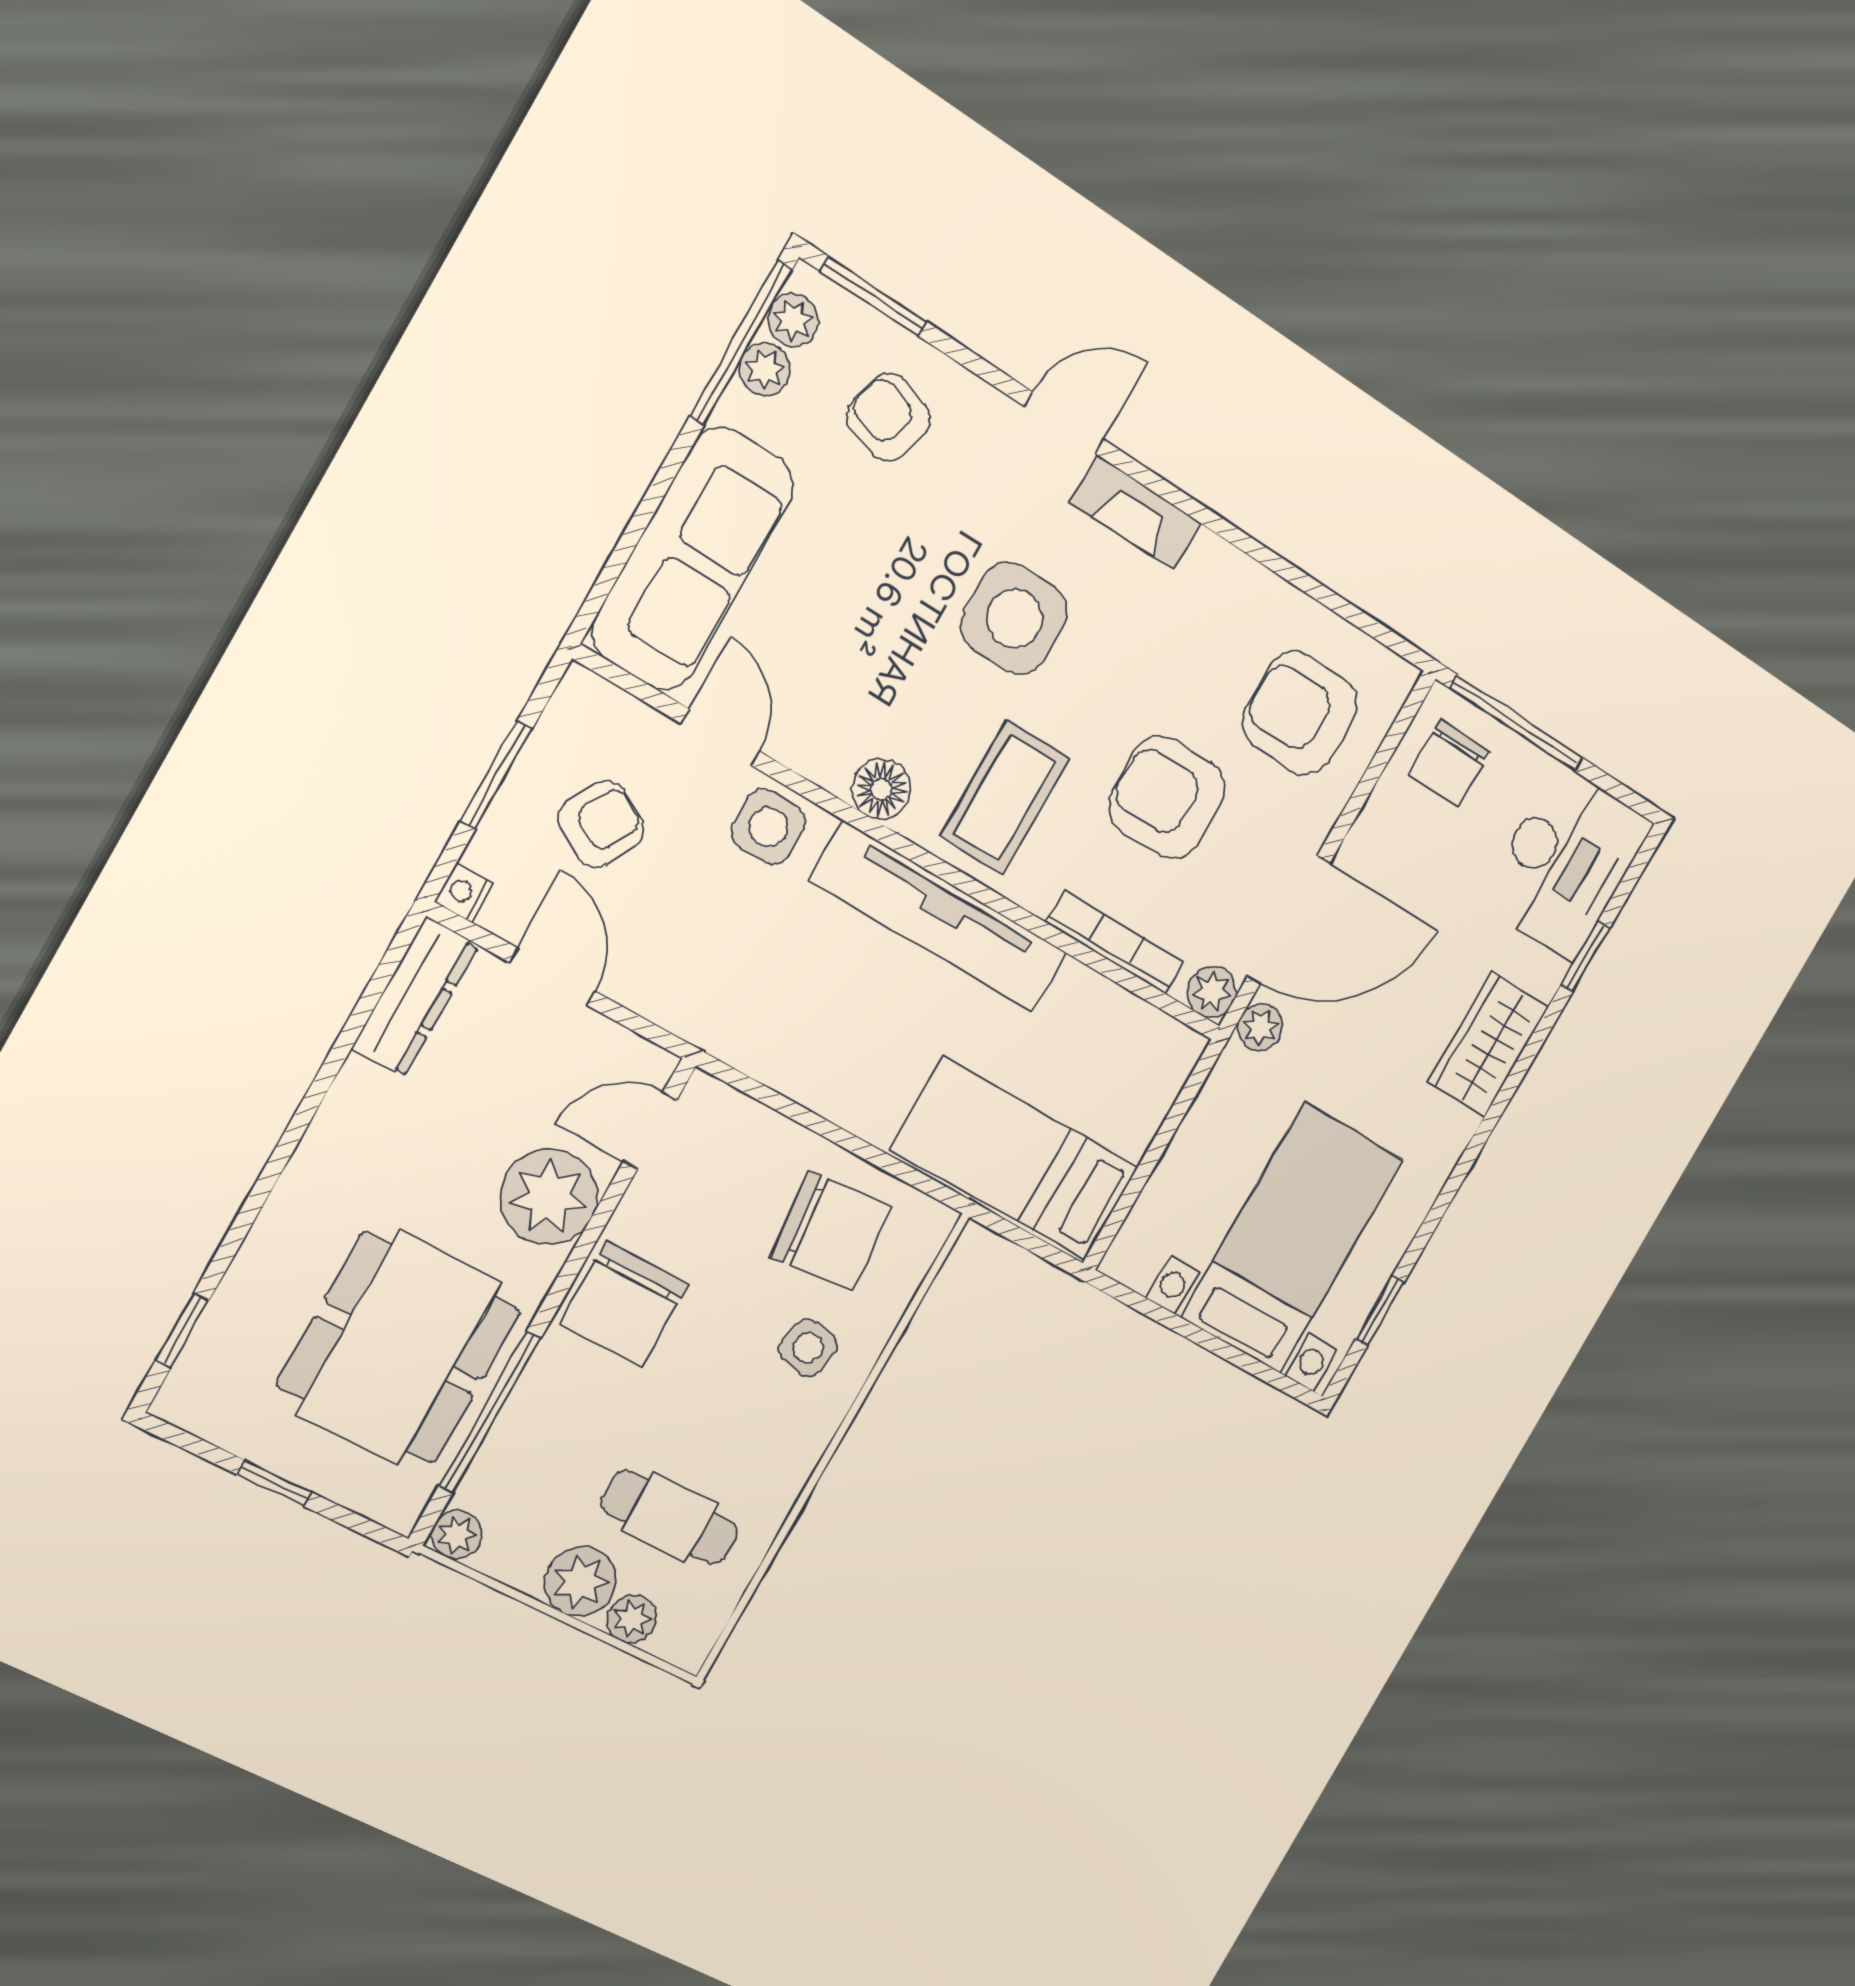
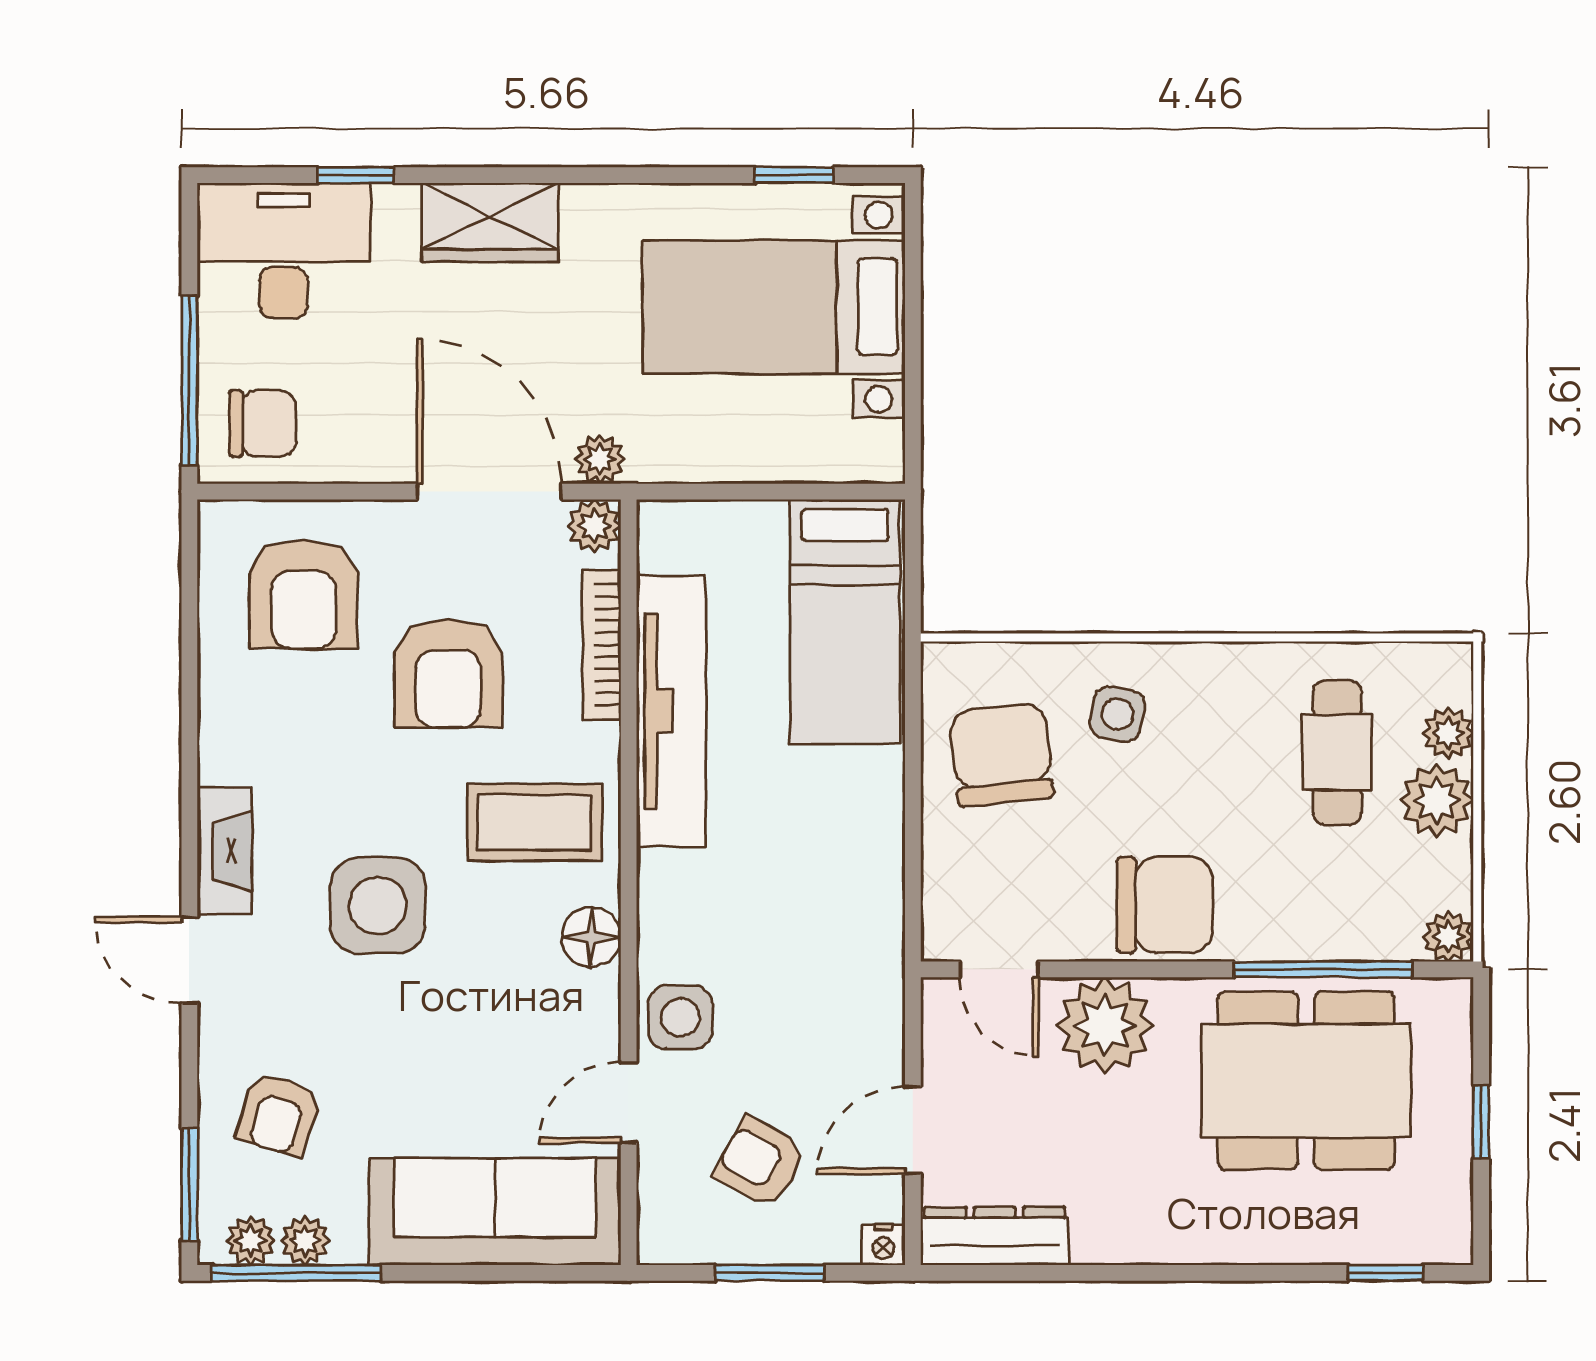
tv unit: (939, 917) -> (671, 711), moved

